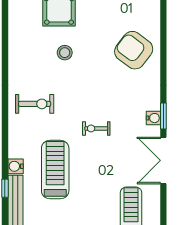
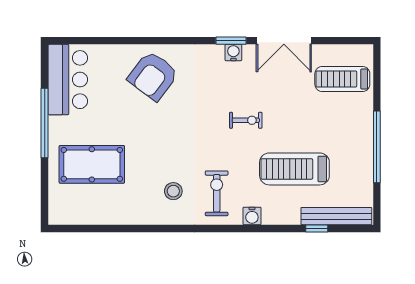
stool: (65, 53) -> (173, 191), moved
exercise bike: (96, 128) -> (246, 120), turned -90
water cooler: (16, 166) -> (252, 216), moved

